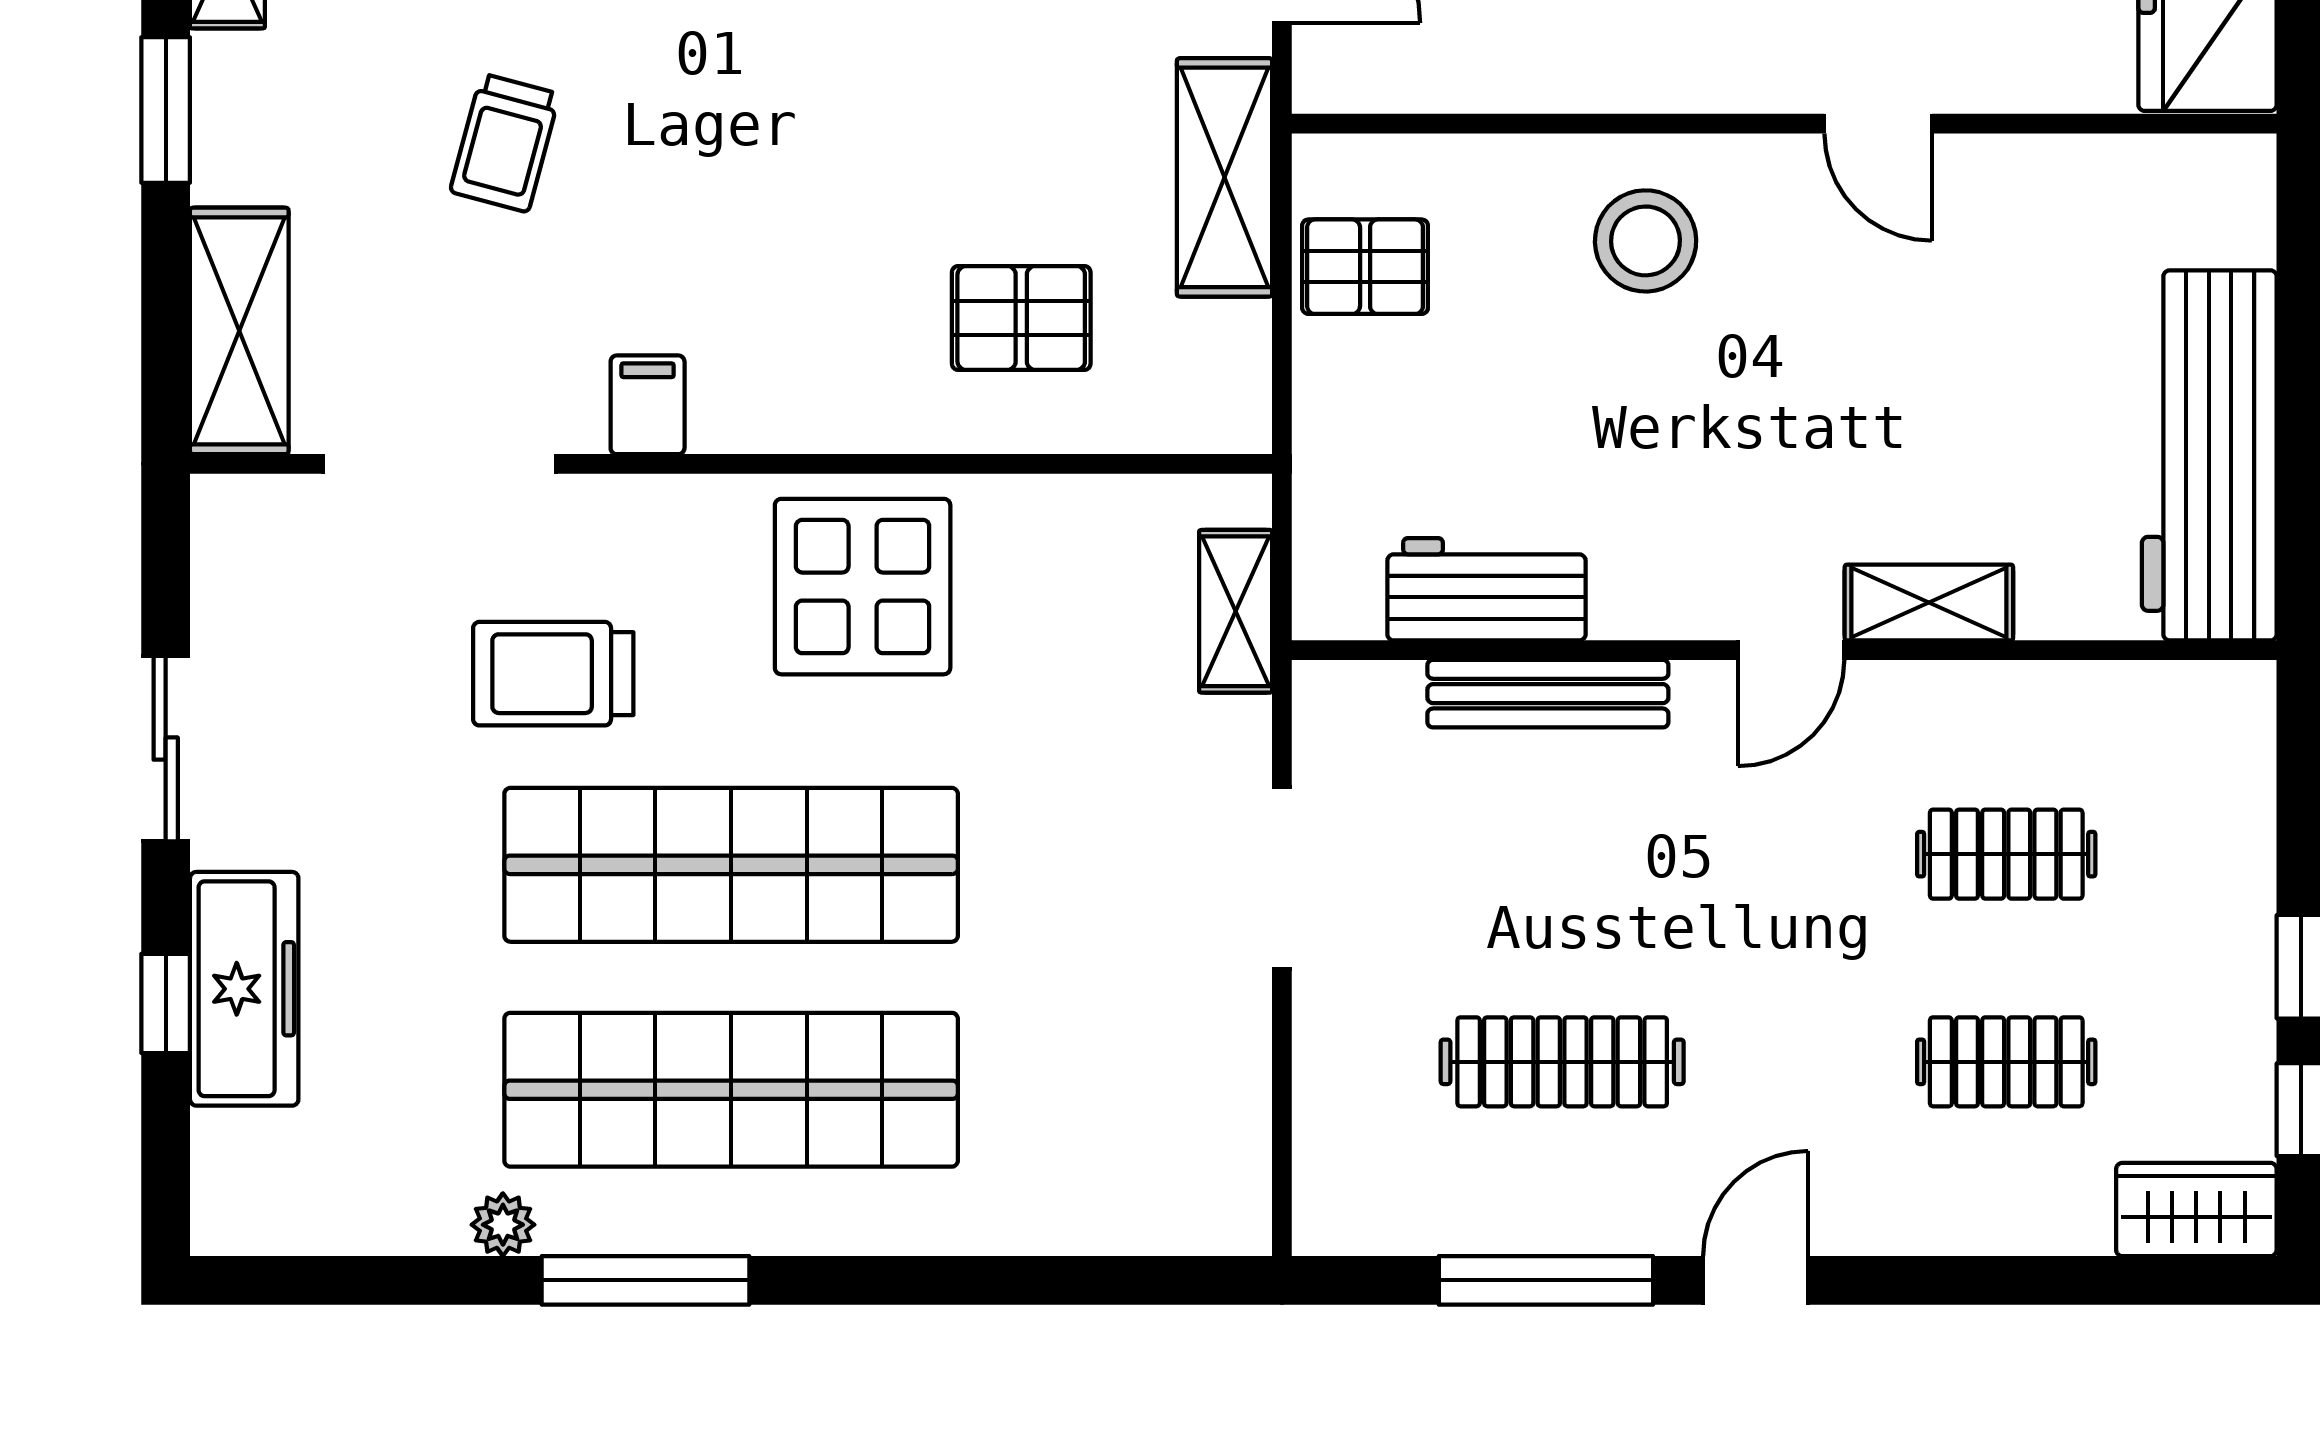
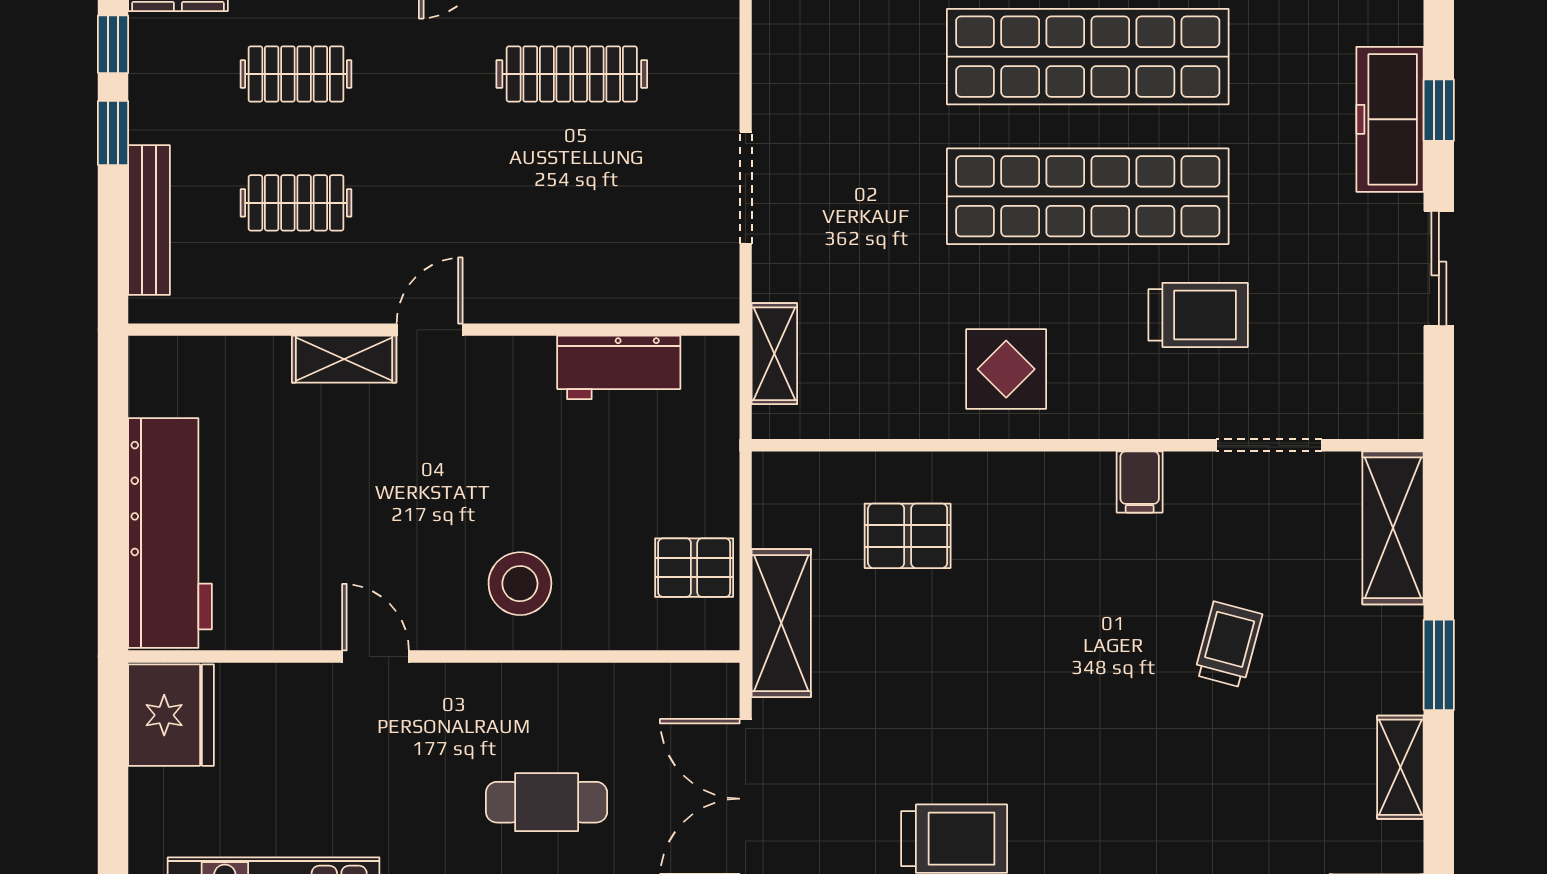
workbench: (2209, 455) -> (170, 533), moved
doorway: (439, 464) -> (1269, 445), width x0.73
display table: (863, 587) -> (1006, 369), width x0.73, depth x0.73
bench: (1548, 694) -> (149, 220), moved, turned 90

